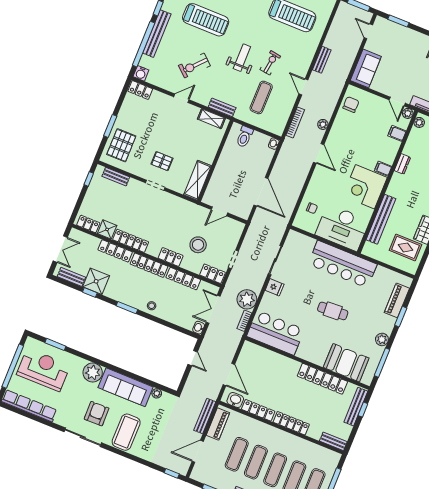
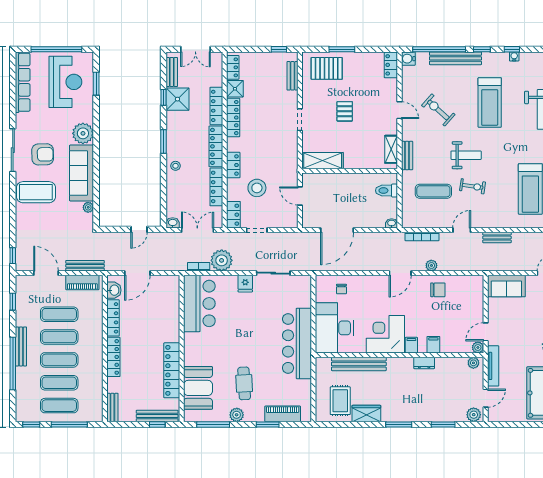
chair: (351, 105) -> (438, 290), moved
filing cabinet: (397, 133) -> (433, 345), moved
pallet: (162, 161) -> (345, 111), moved
cafe table: (333, 311) -> (244, 383), moved

